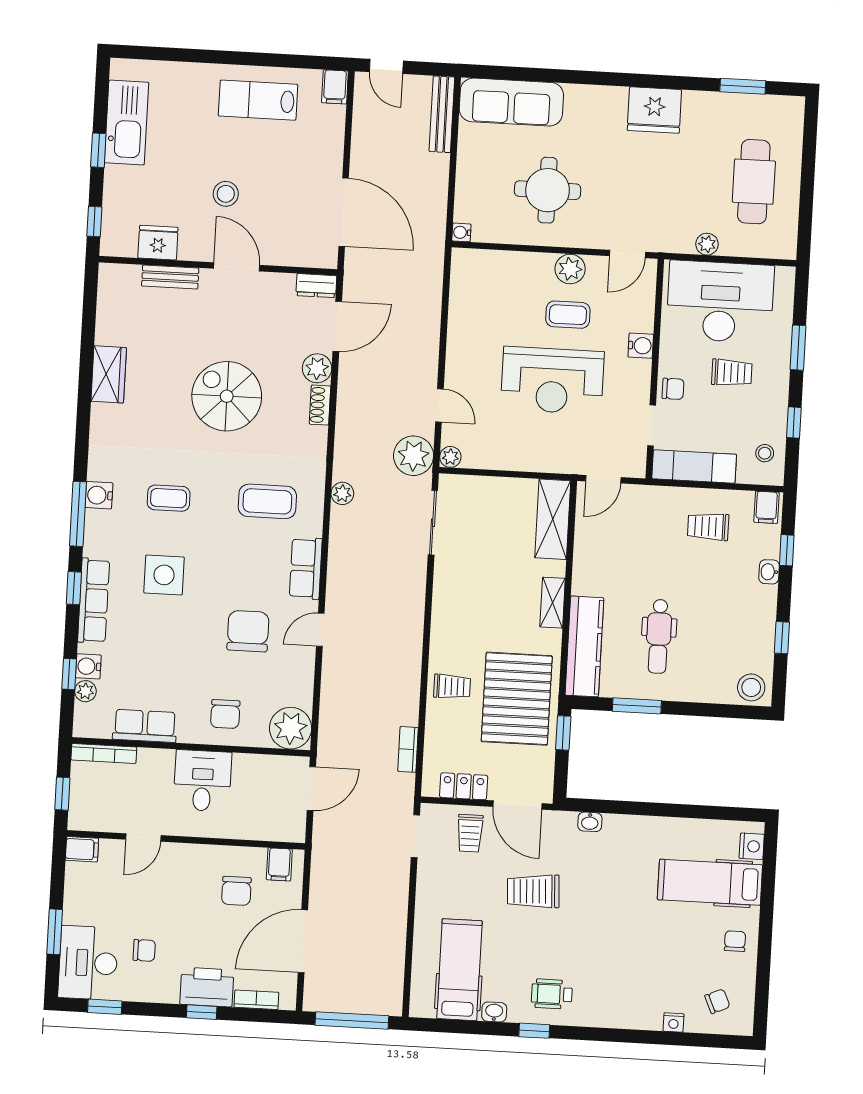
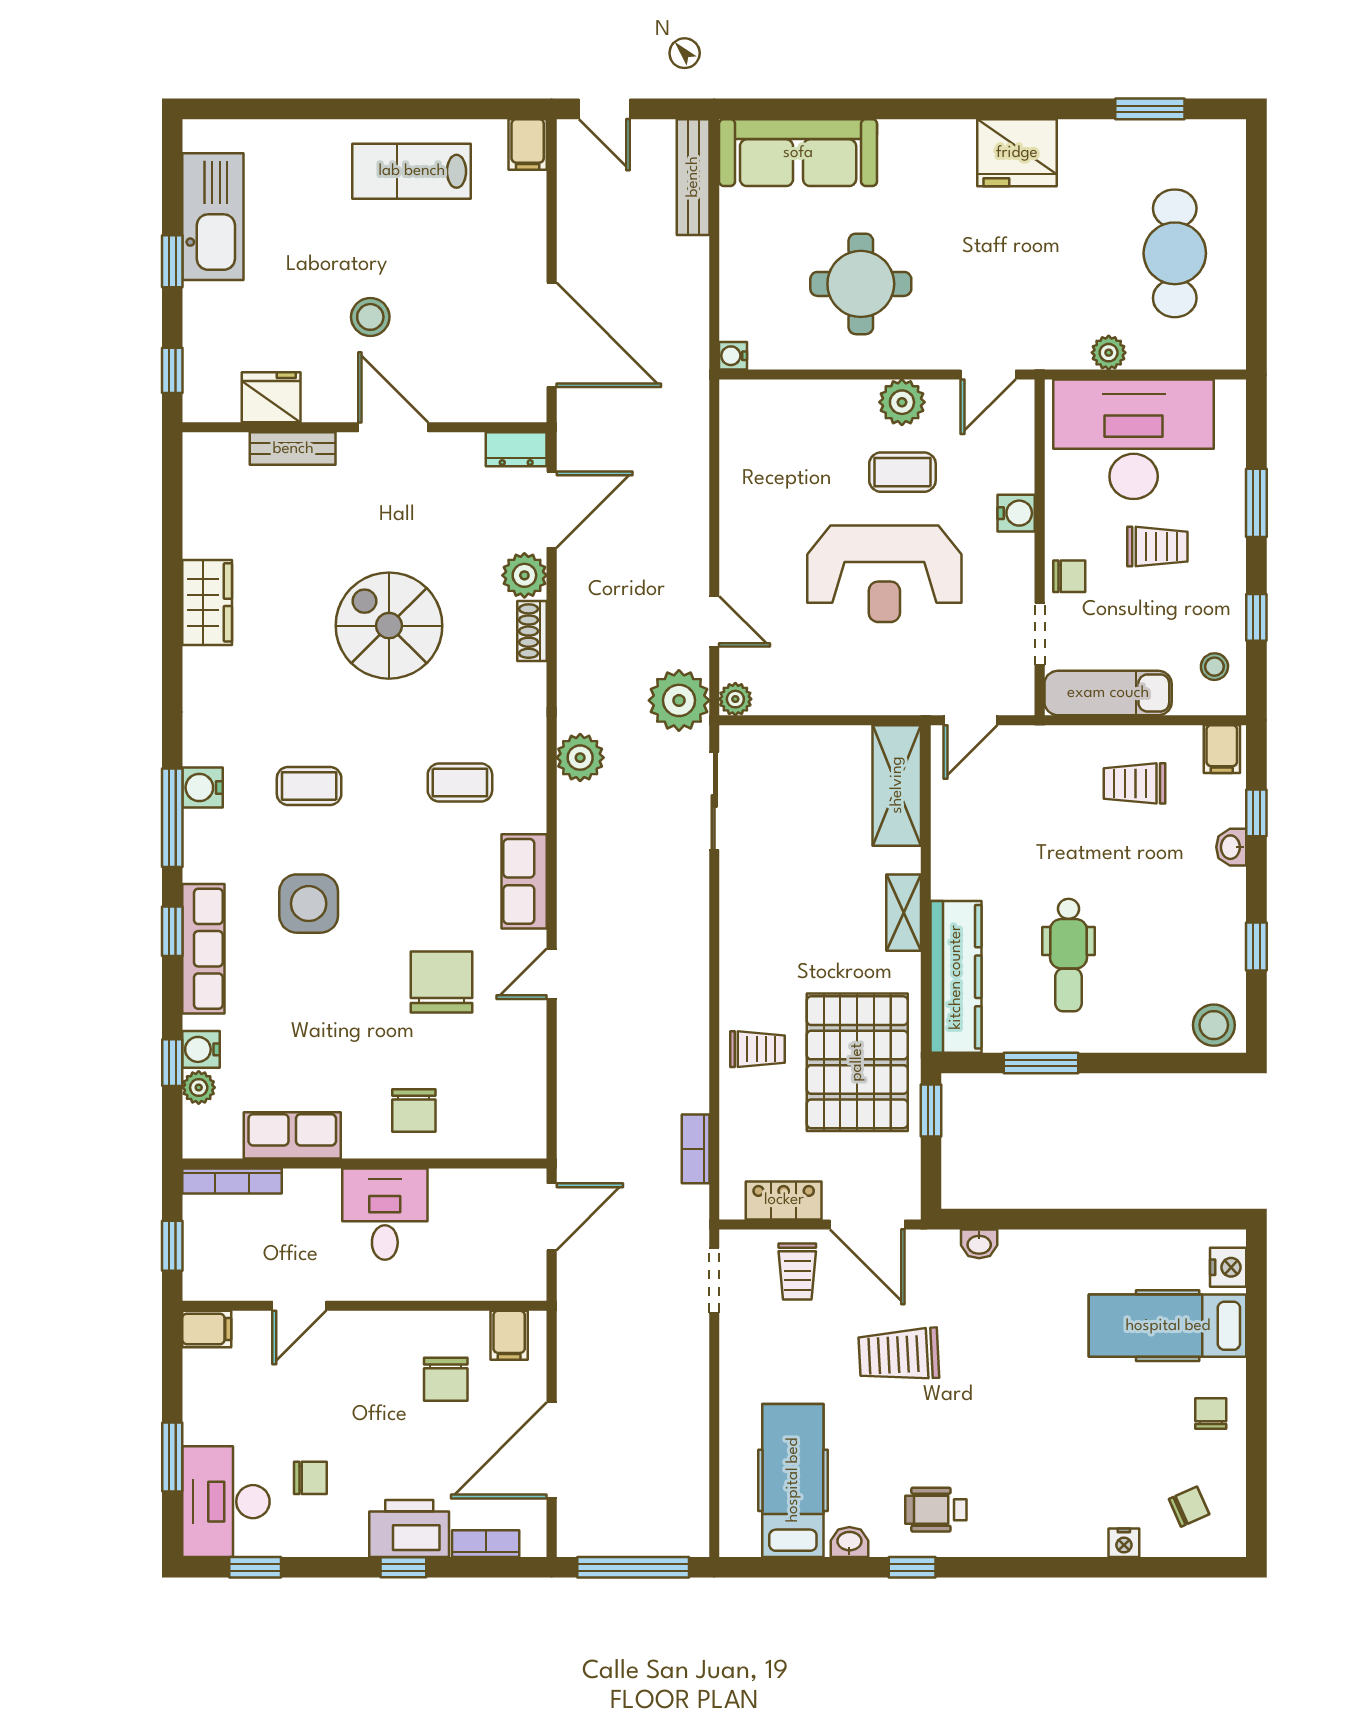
plant: (342, 493) -> (580, 758), width x1.38, depth x1.38
coffee table: (267, 501) -> (460, 783), width x0.73, depth x0.77
plant: (291, 728) -> (515, 1126), removed

